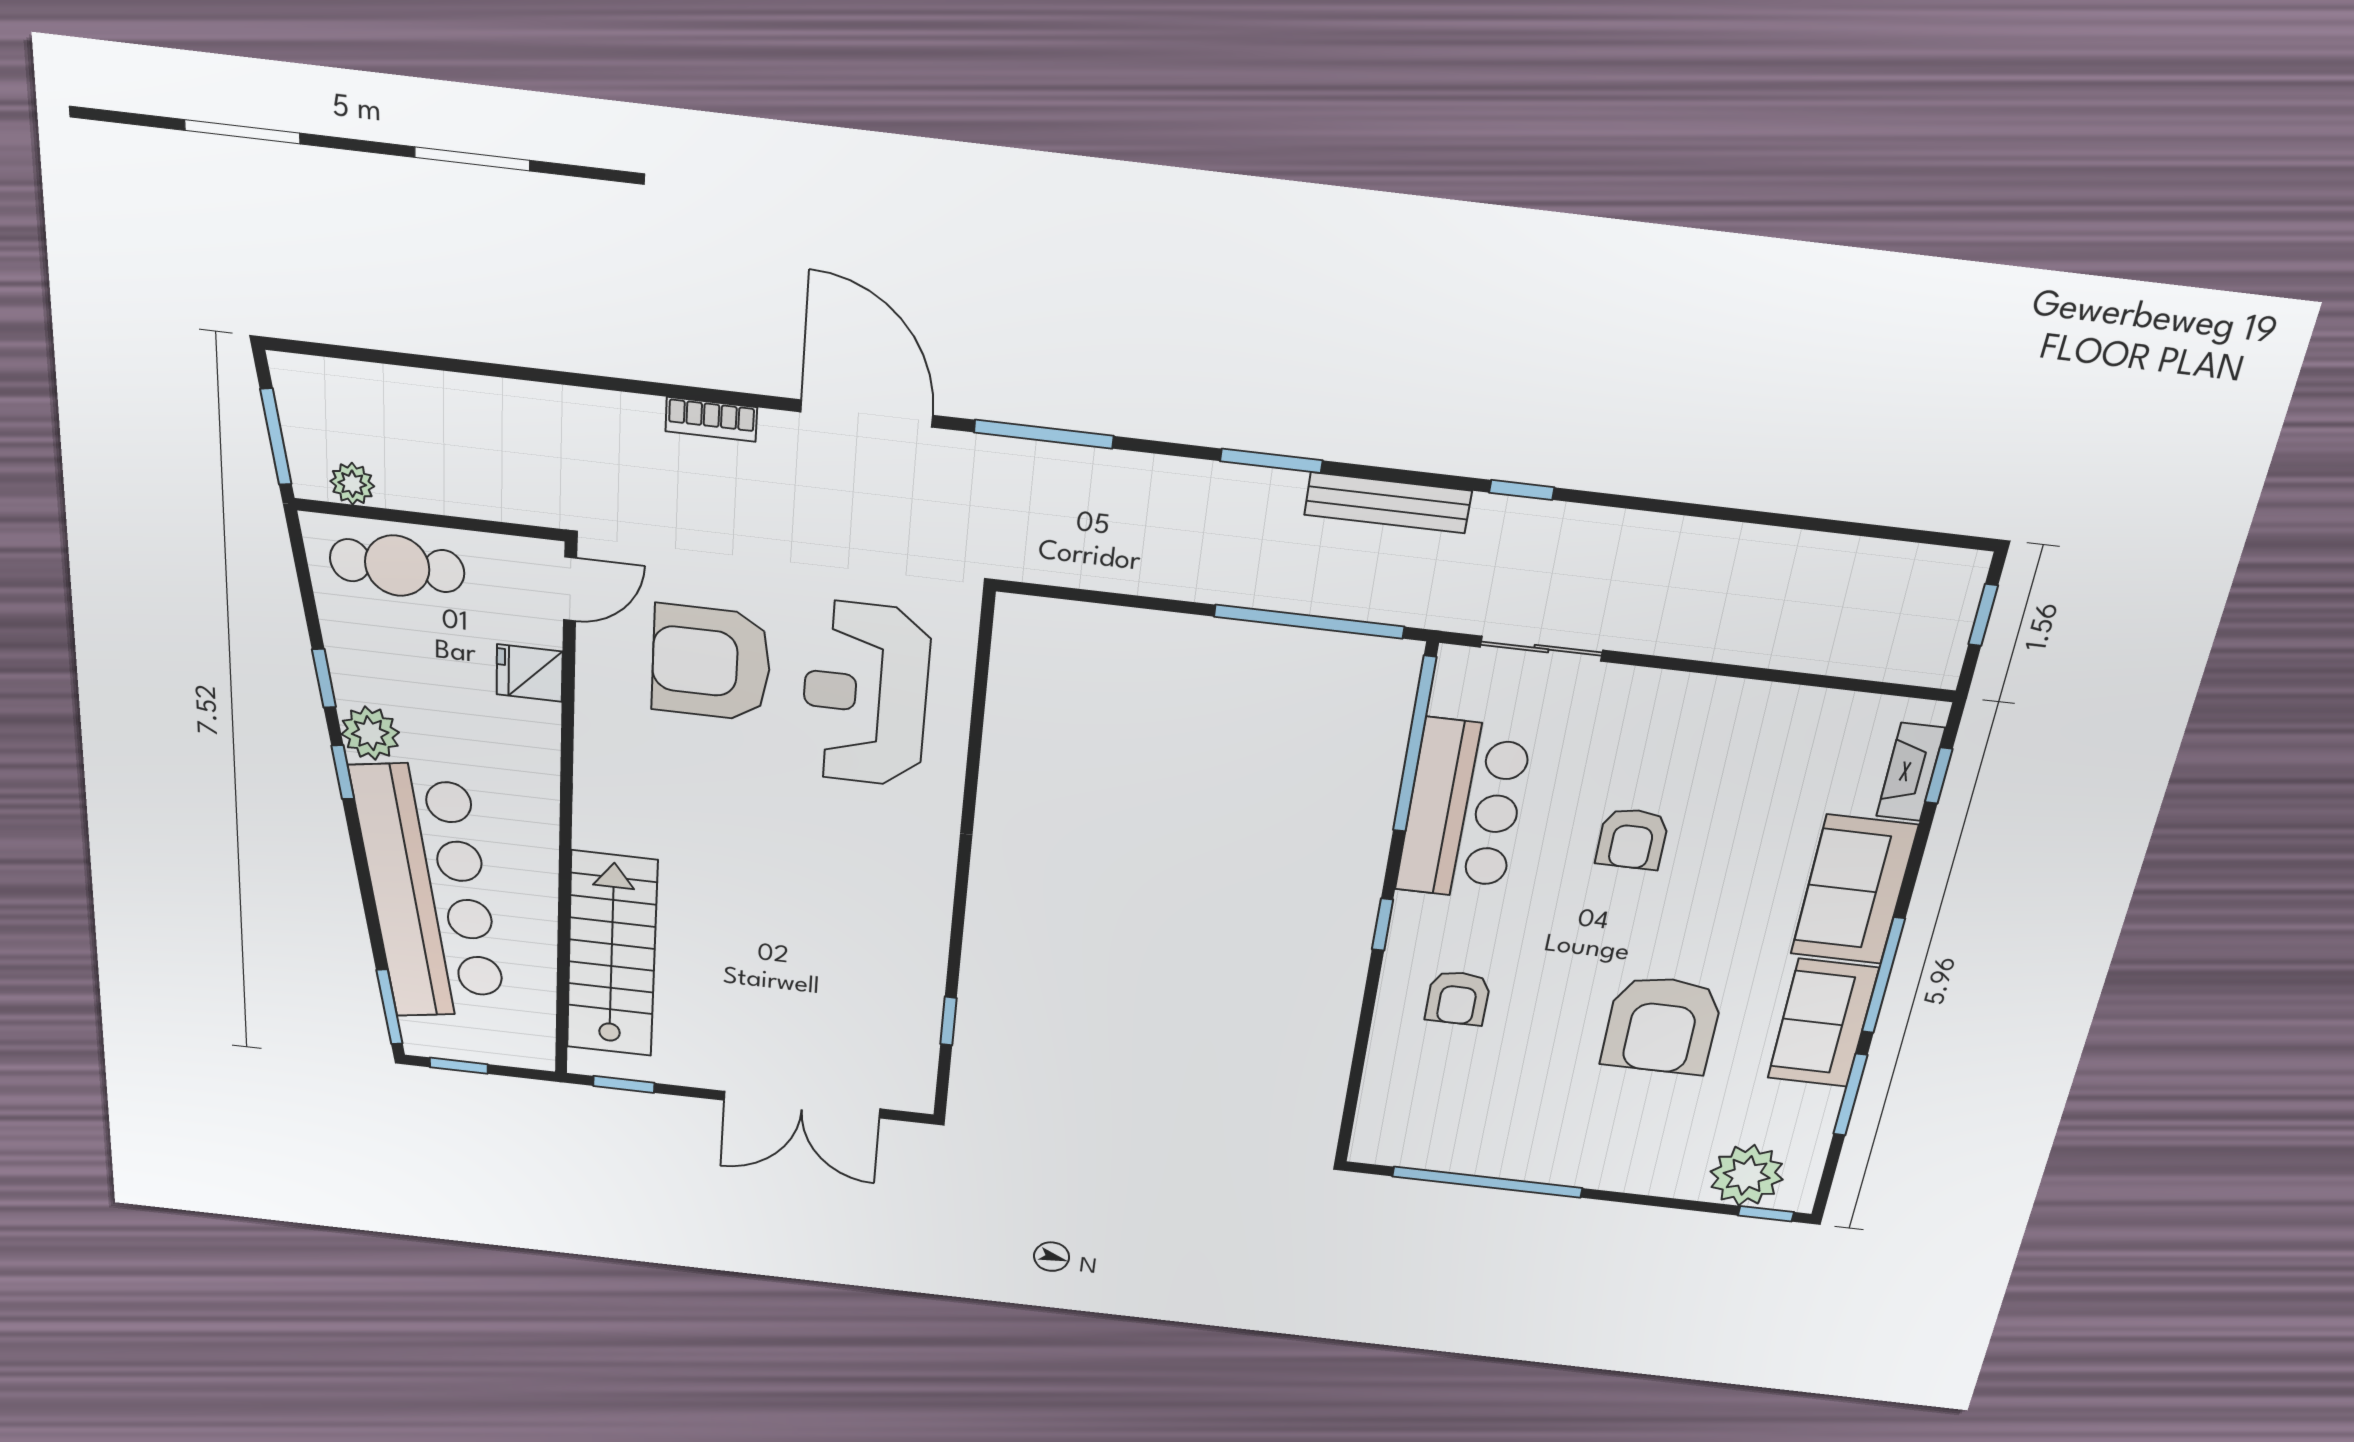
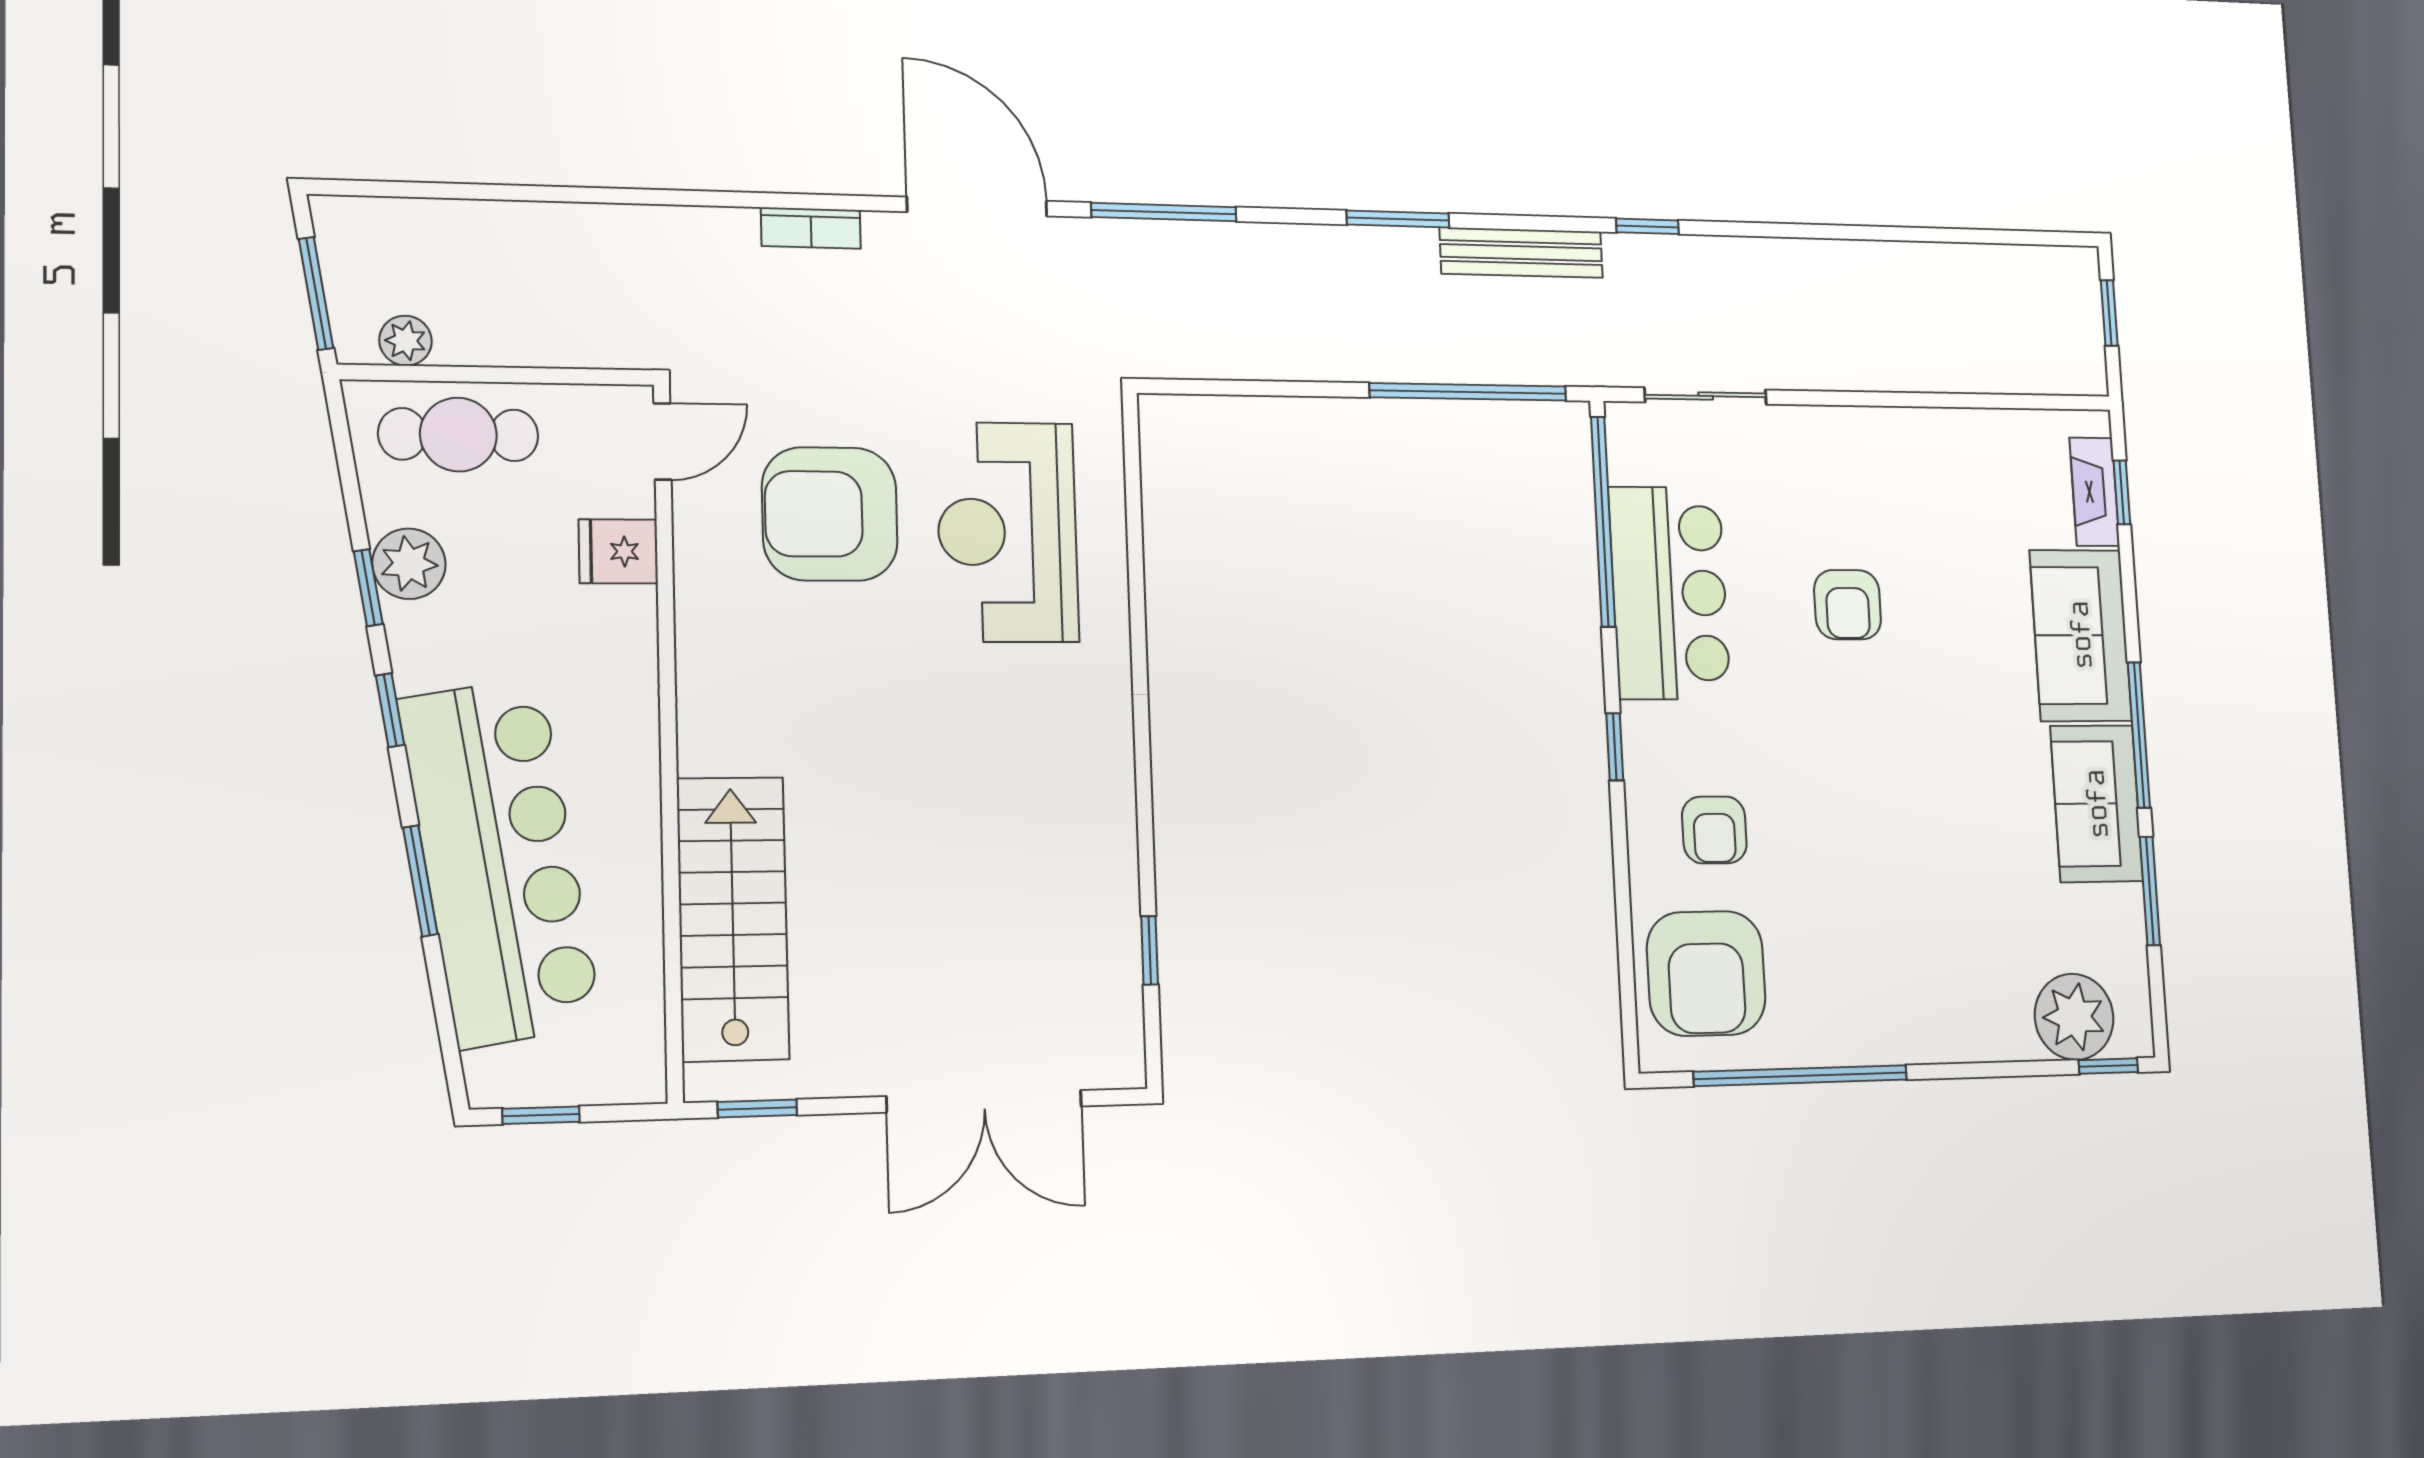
plant: (370, 733) -> (409, 564), moved
window: (390, 1007) -> (420, 881), moved
armchair: (1662, 1025) -> (1706, 973), moved

